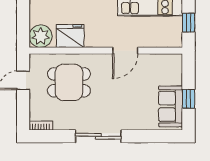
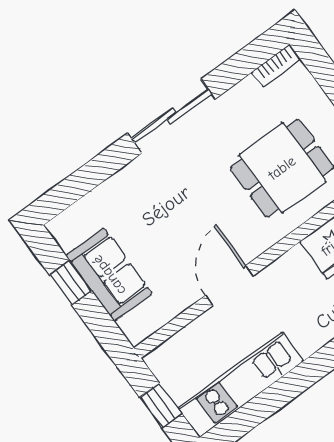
sofa: (171, 106) -> (109, 275), moved

